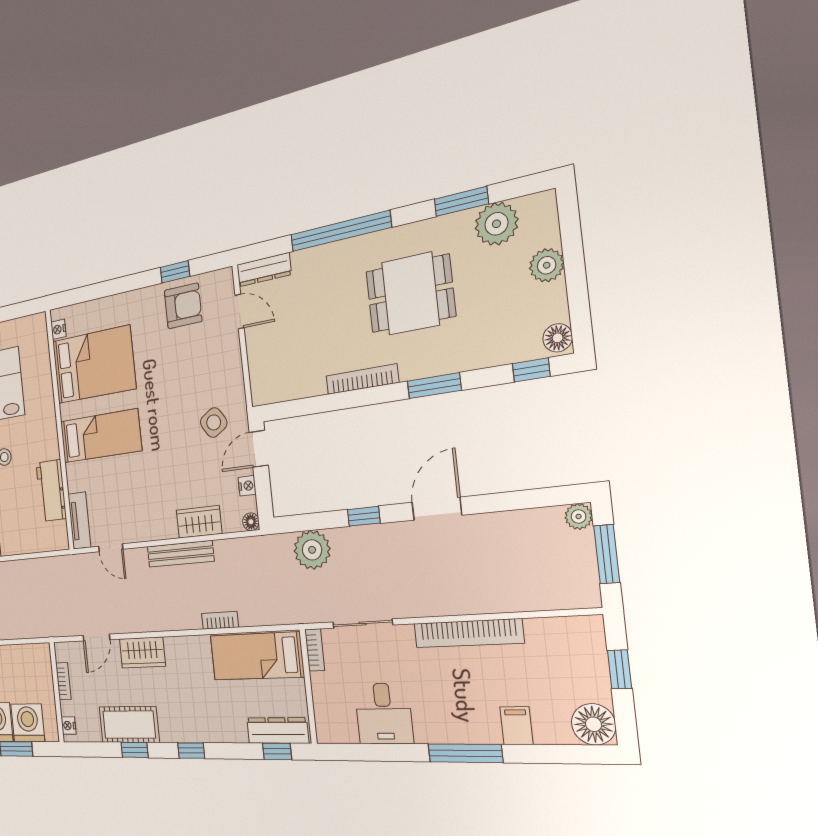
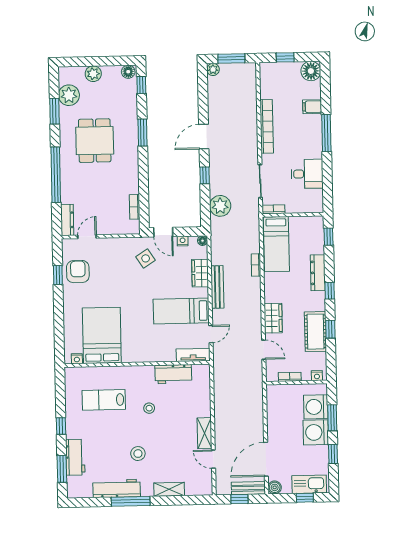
bookcase: (362, 379) -> (135, 207), moved, width x0.64
bed: (101, 436) -> (181, 311), moved, turned -90
door: (437, 509) -> (204, 137), hinge flipped
dresser: (278, 730) -> (318, 273), moved

